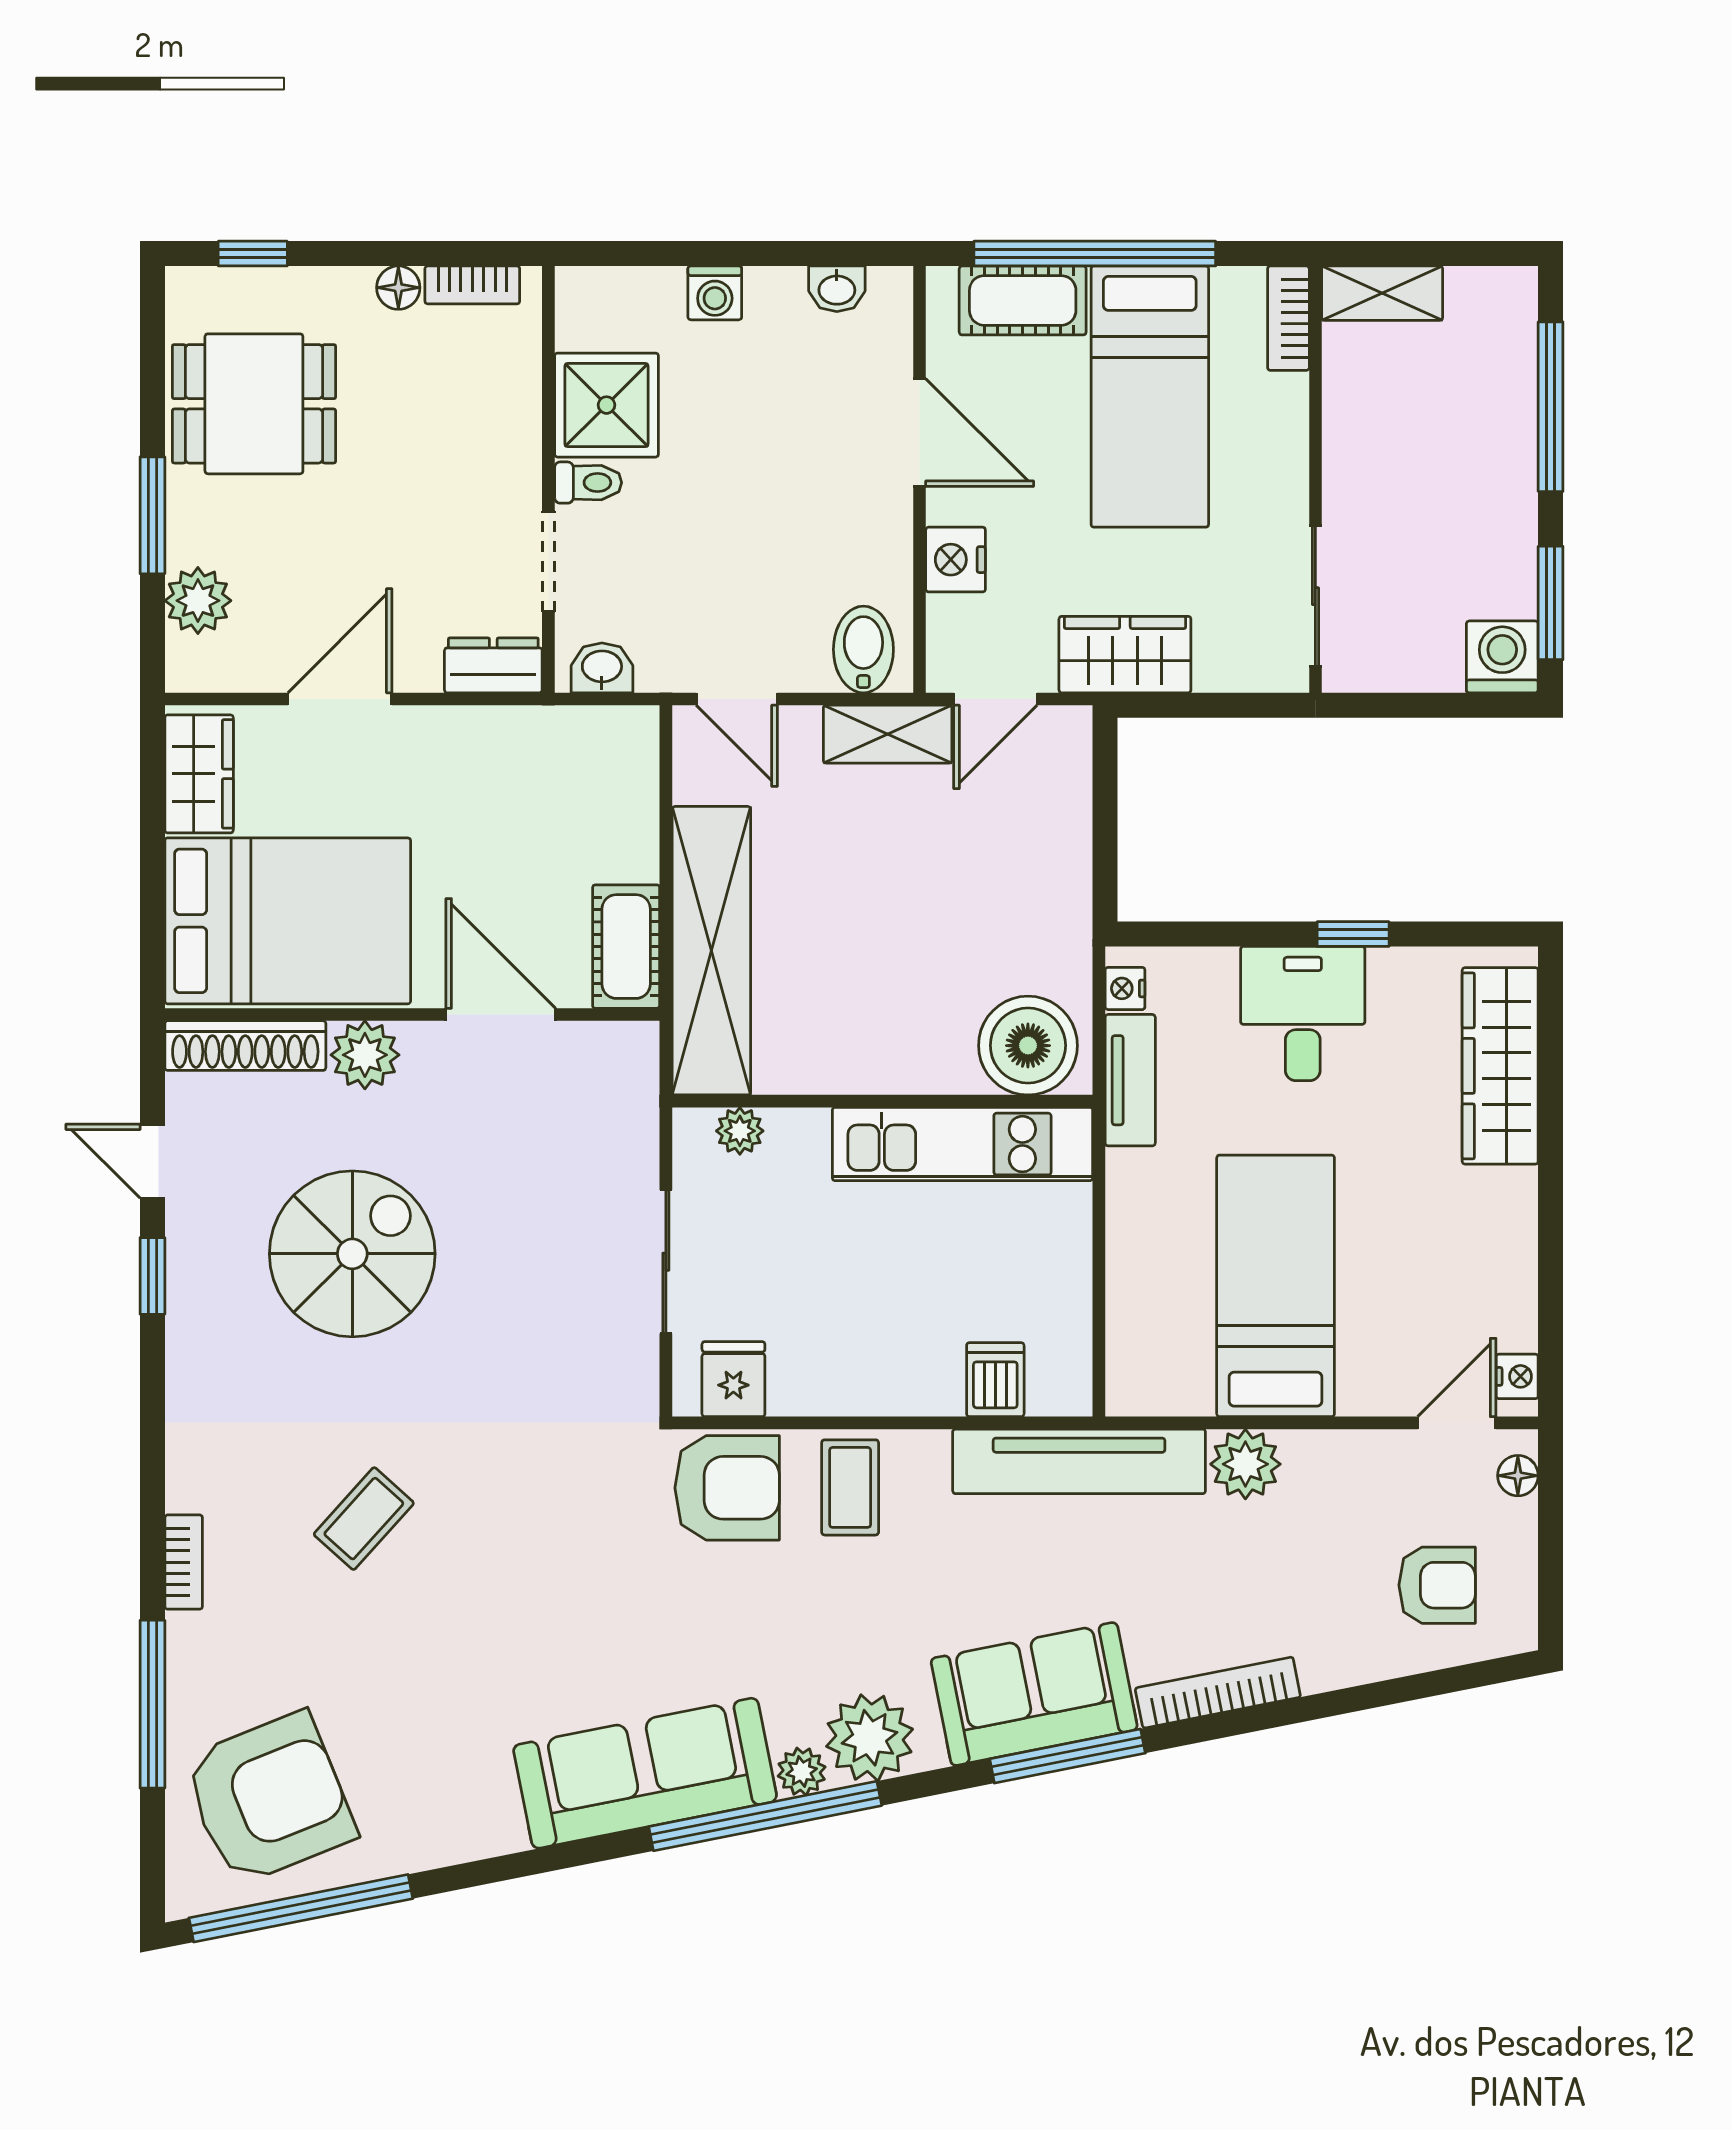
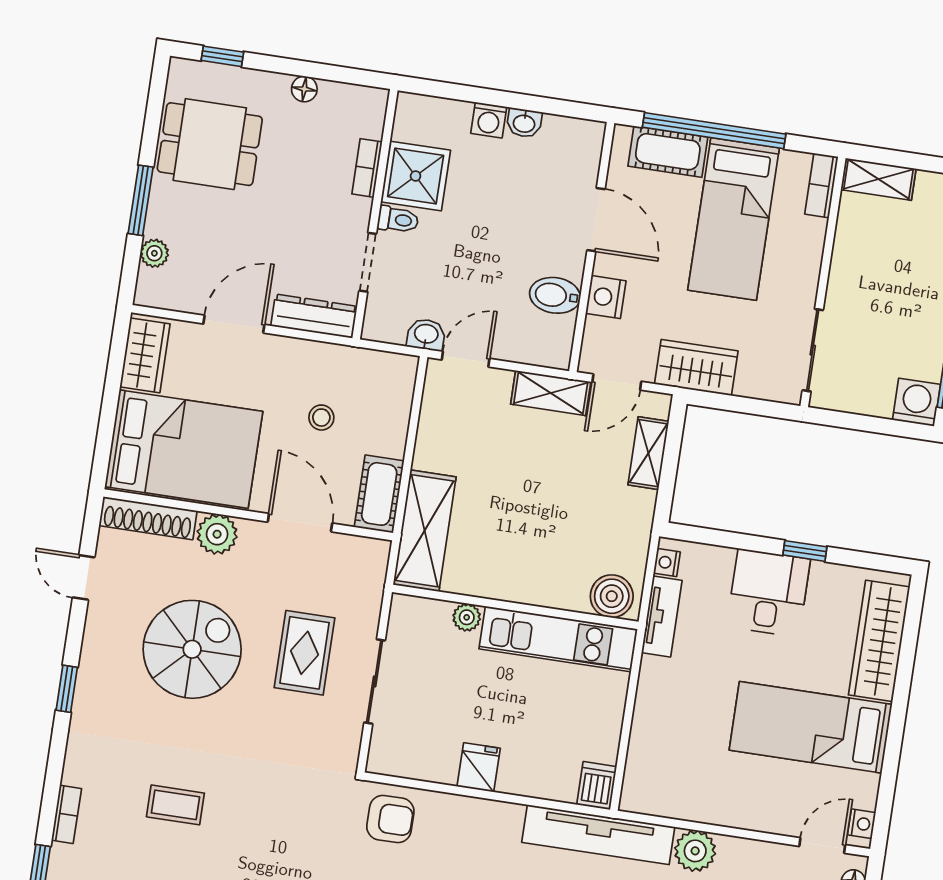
bookcase: (472, 285) -> (367, 168), moved, turned 90
washbasin: (837, 289) -> (524, 123), moved
plant: (198, 601) -> (154, 253), width x0.73, depth x0.73
bidet: (863, 649) -> (555, 295), moved, turned -90
dresser: (493, 665) -> (314, 316), width x1.44
washbasin: (602, 668) -> (426, 335), moved
door: (737, 699) -> (466, 359), swing flipped
shelving: (1066, 810) -> (648, 453), added
stool: (510, 833) -> (321, 418), added
shelving: (711, 951) -> (425, 531), width x0.68
boiler: (1028, 1046) -> (612, 596), width x0.73, depth x0.73
plant: (740, 1131) -> (467, 617), moved
rug: (541, 1231) -> (304, 653), added
window: (152, 1276) -> (67, 689), moved
bed: (1276, 1286) -> (811, 727), moved, turned -90
fridge: (733, 1379) -> (479, 767), moved
dishwasher: (995, 1380) -> (597, 786), moved
coffee table: (850, 1487) -> (462, 830), removed
armchair: (727, 1488) -> (390, 819), width x0.72, depth x0.72
coffee table: (364, 1519) -> (175, 805), turned 48

